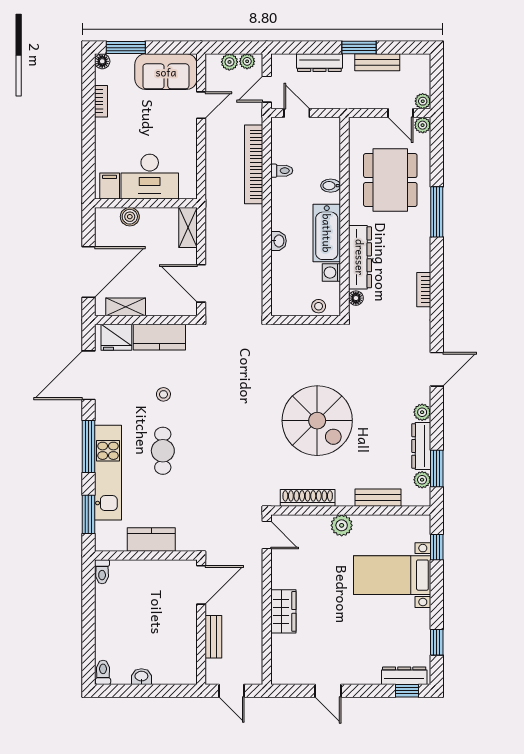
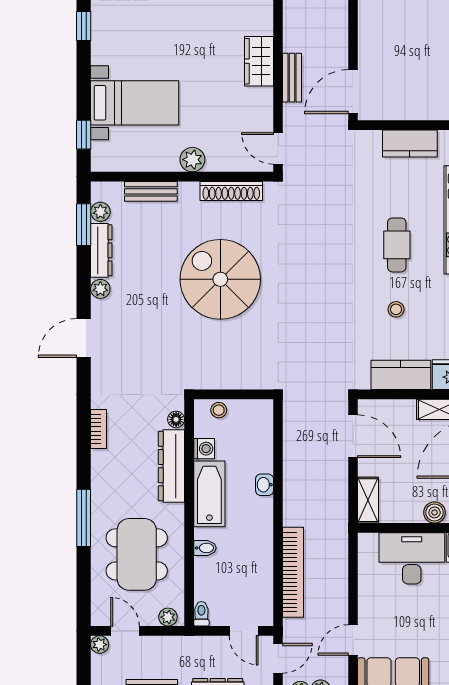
plant: (423, 125) -> (168, 617), moved
toilet: (282, 171) -> (201, 614), moved, turned 90
bench: (213, 637) -> (292, 78), moved

